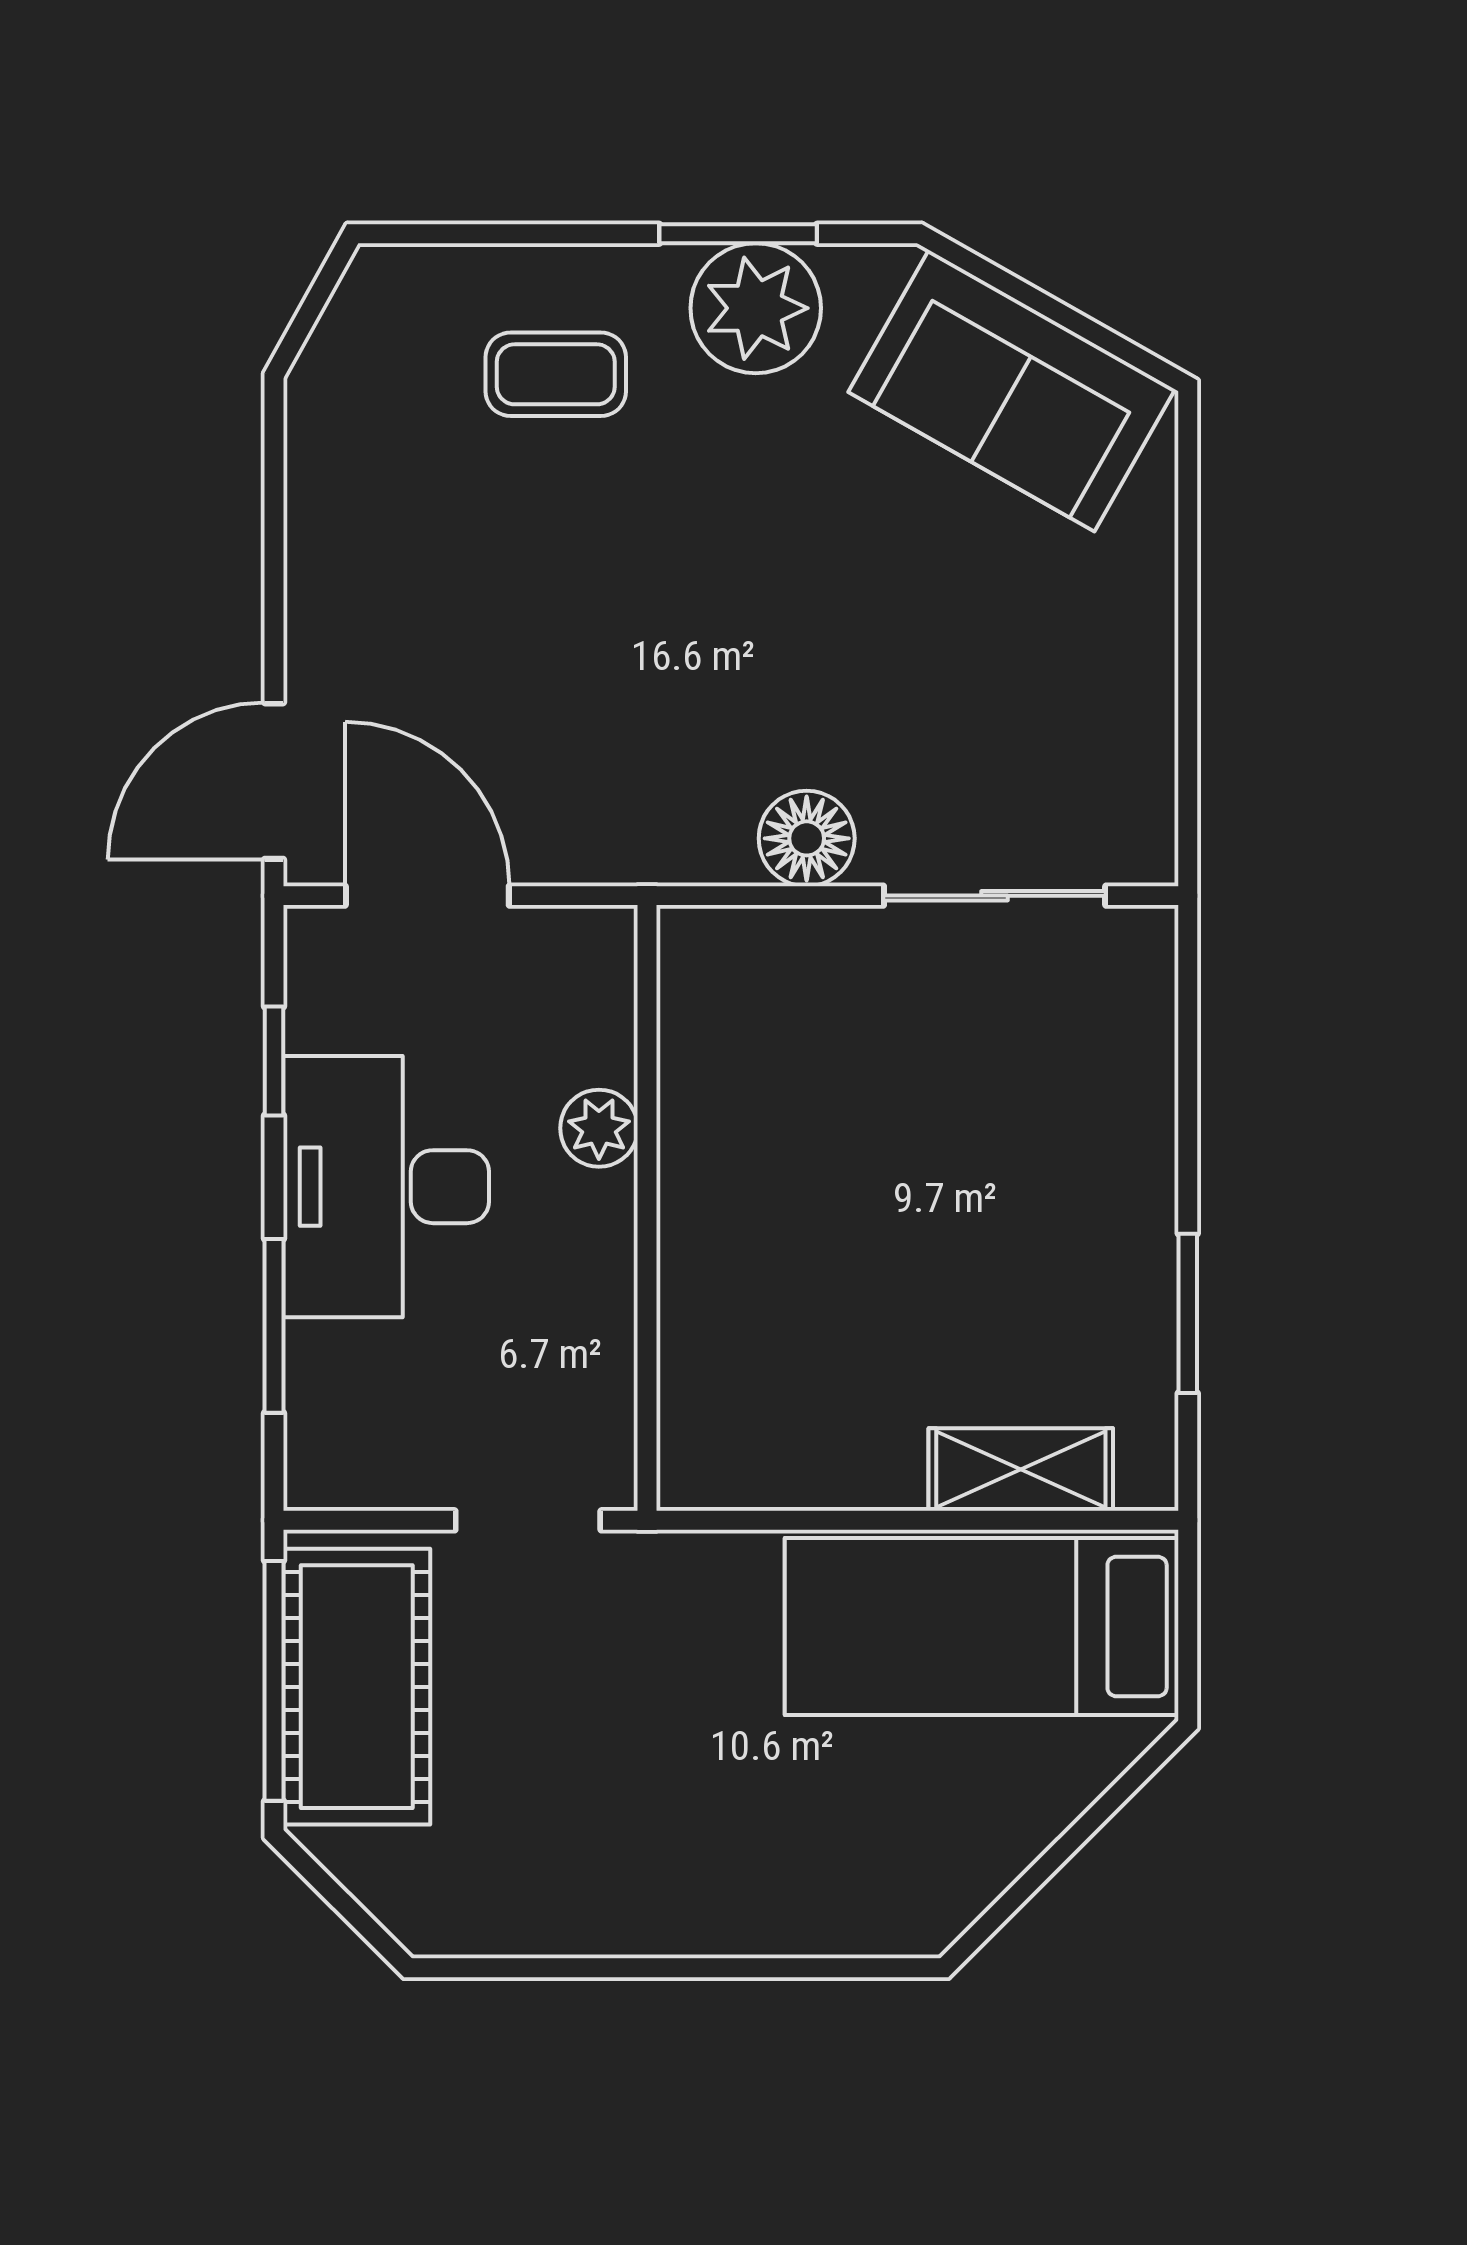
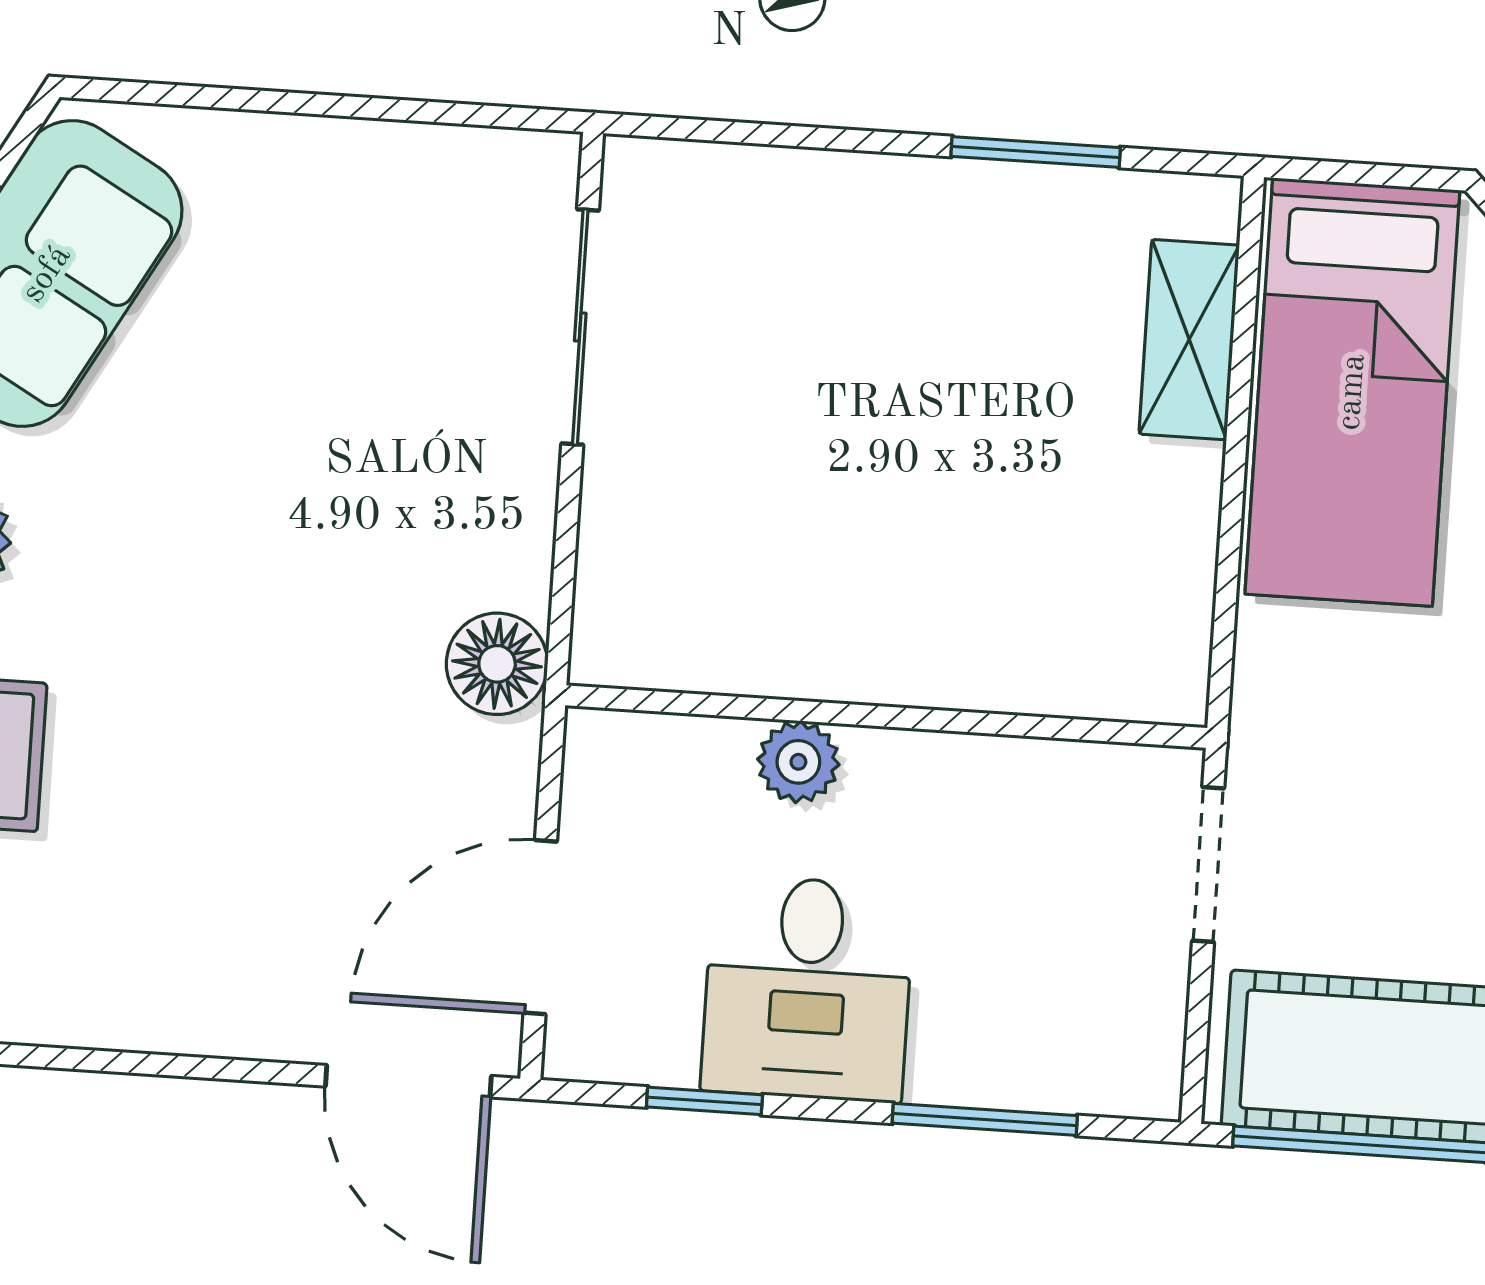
floor lamp: (807, 838) -> (497, 664), moved
desk: (386, 1187) -> (808, 989), width x0.73

